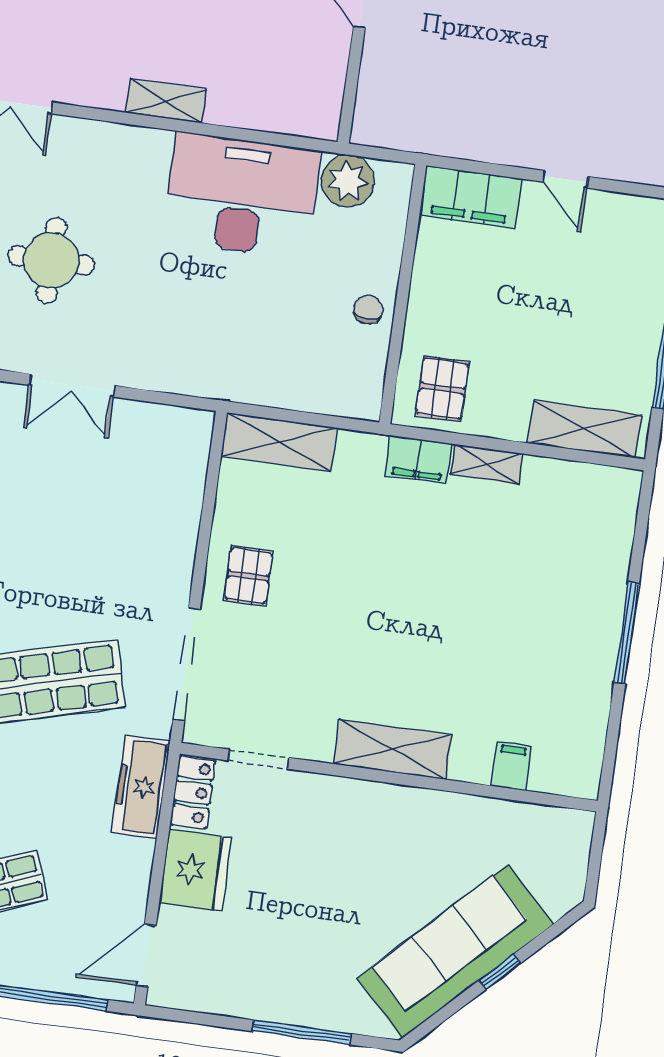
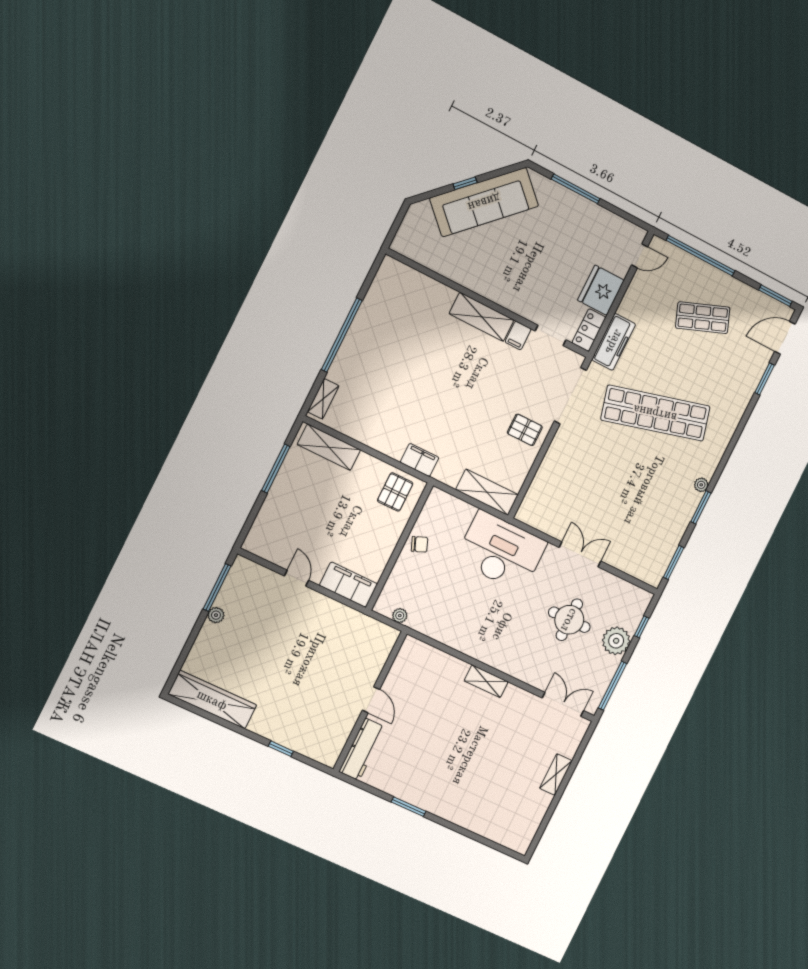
plant: (348, 181) -> (400, 616), width x0.53, depth x0.53
desk: (242, 196) -> (501, 551), moved, turned 180
chair: (368, 309) -> (420, 544), turned -112
shelving: (487, 464) -> (323, 399), moved, turned 90
pallet: (248, 576) -> (525, 430), turned 90
window: (627, 633) -> (342, 335), width x1.46
filing cabinet: (512, 766) -> (518, 335), moved
door: (146, 956) -> (640, 256), width x0.73

